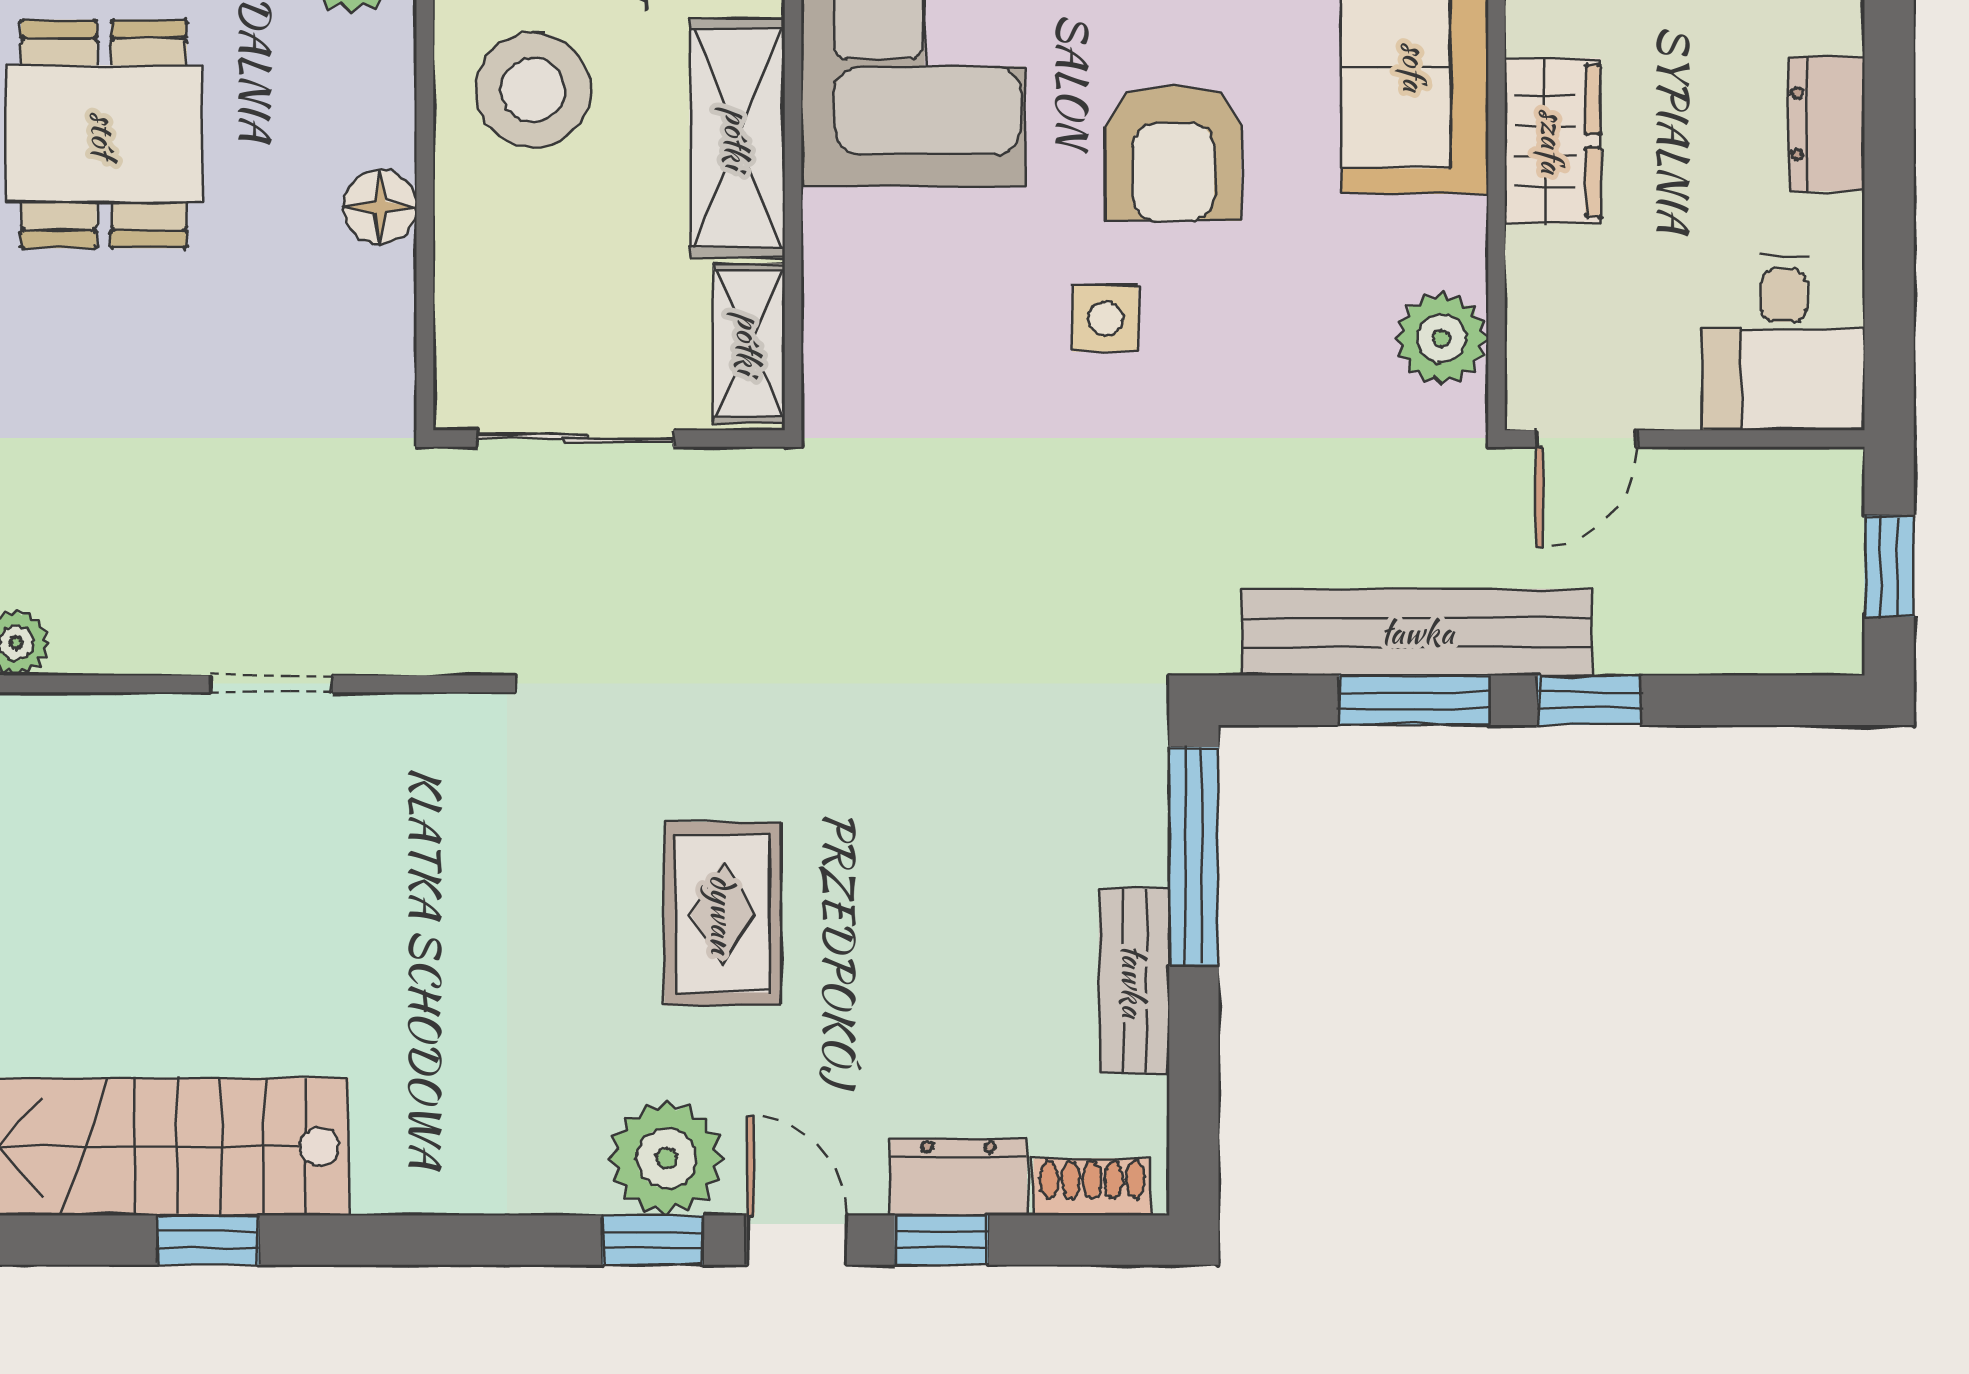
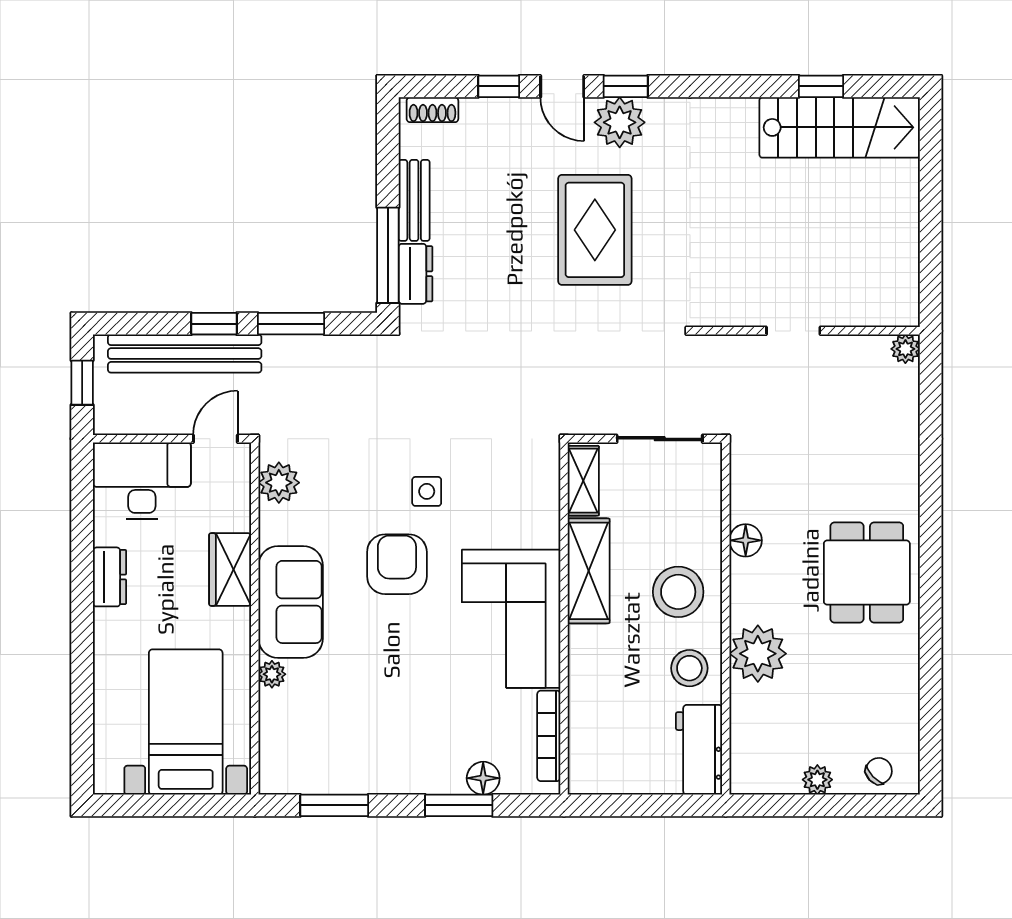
desk: (1784, 343) -> (142, 481), width x1.37
bench: (1417, 632) -> (185, 354), moved
rug: (723, 914) -> (595, 230), width x1.36, depth x1.43
dresser: (959, 1177) -> (415, 274), moved, turned -90

